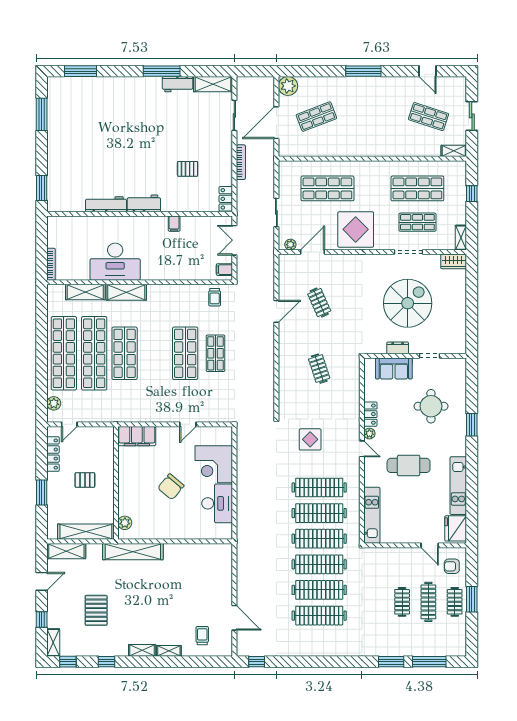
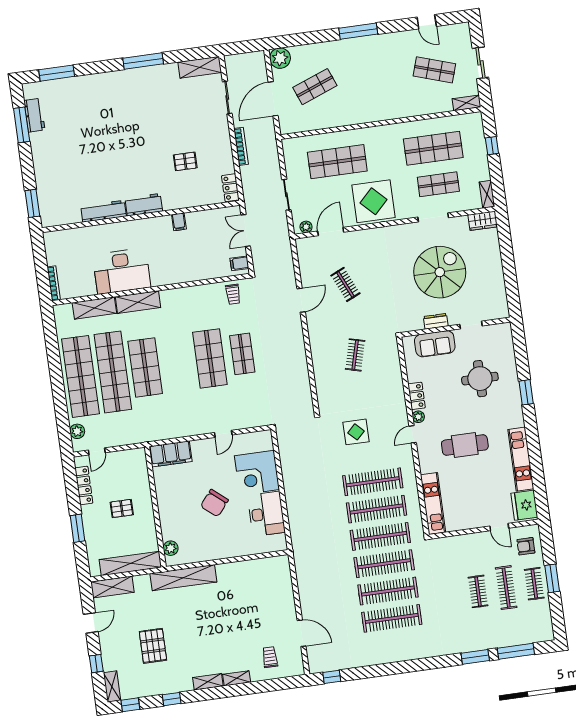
workbench: (178, 84) -> (34, 115), moved, turned -90
clothes rail: (319, 369) -> (355, 355), turned 33
door: (362, 449) -> (413, 434), swing flipped

